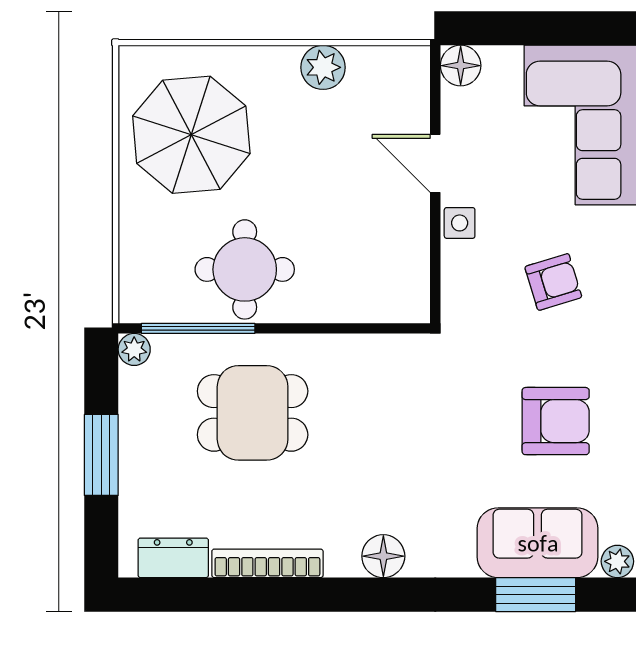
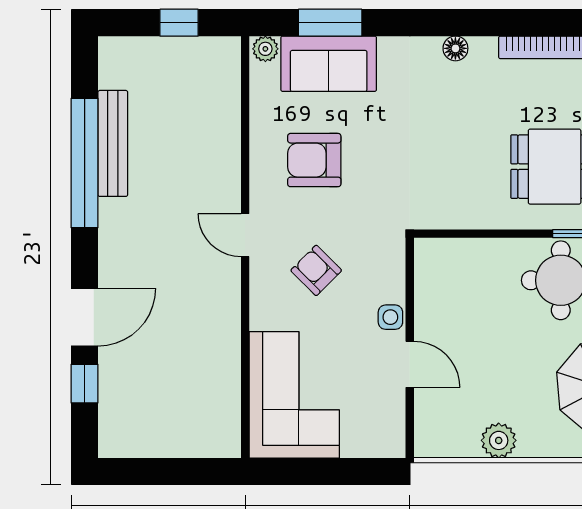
floor lamp: (461, 66) -> (390, 442), removed
armchair: (553, 282) -> (316, 270), turned 62
floor lamp: (383, 556) -> (455, 48), width x0.73, depth x0.73

